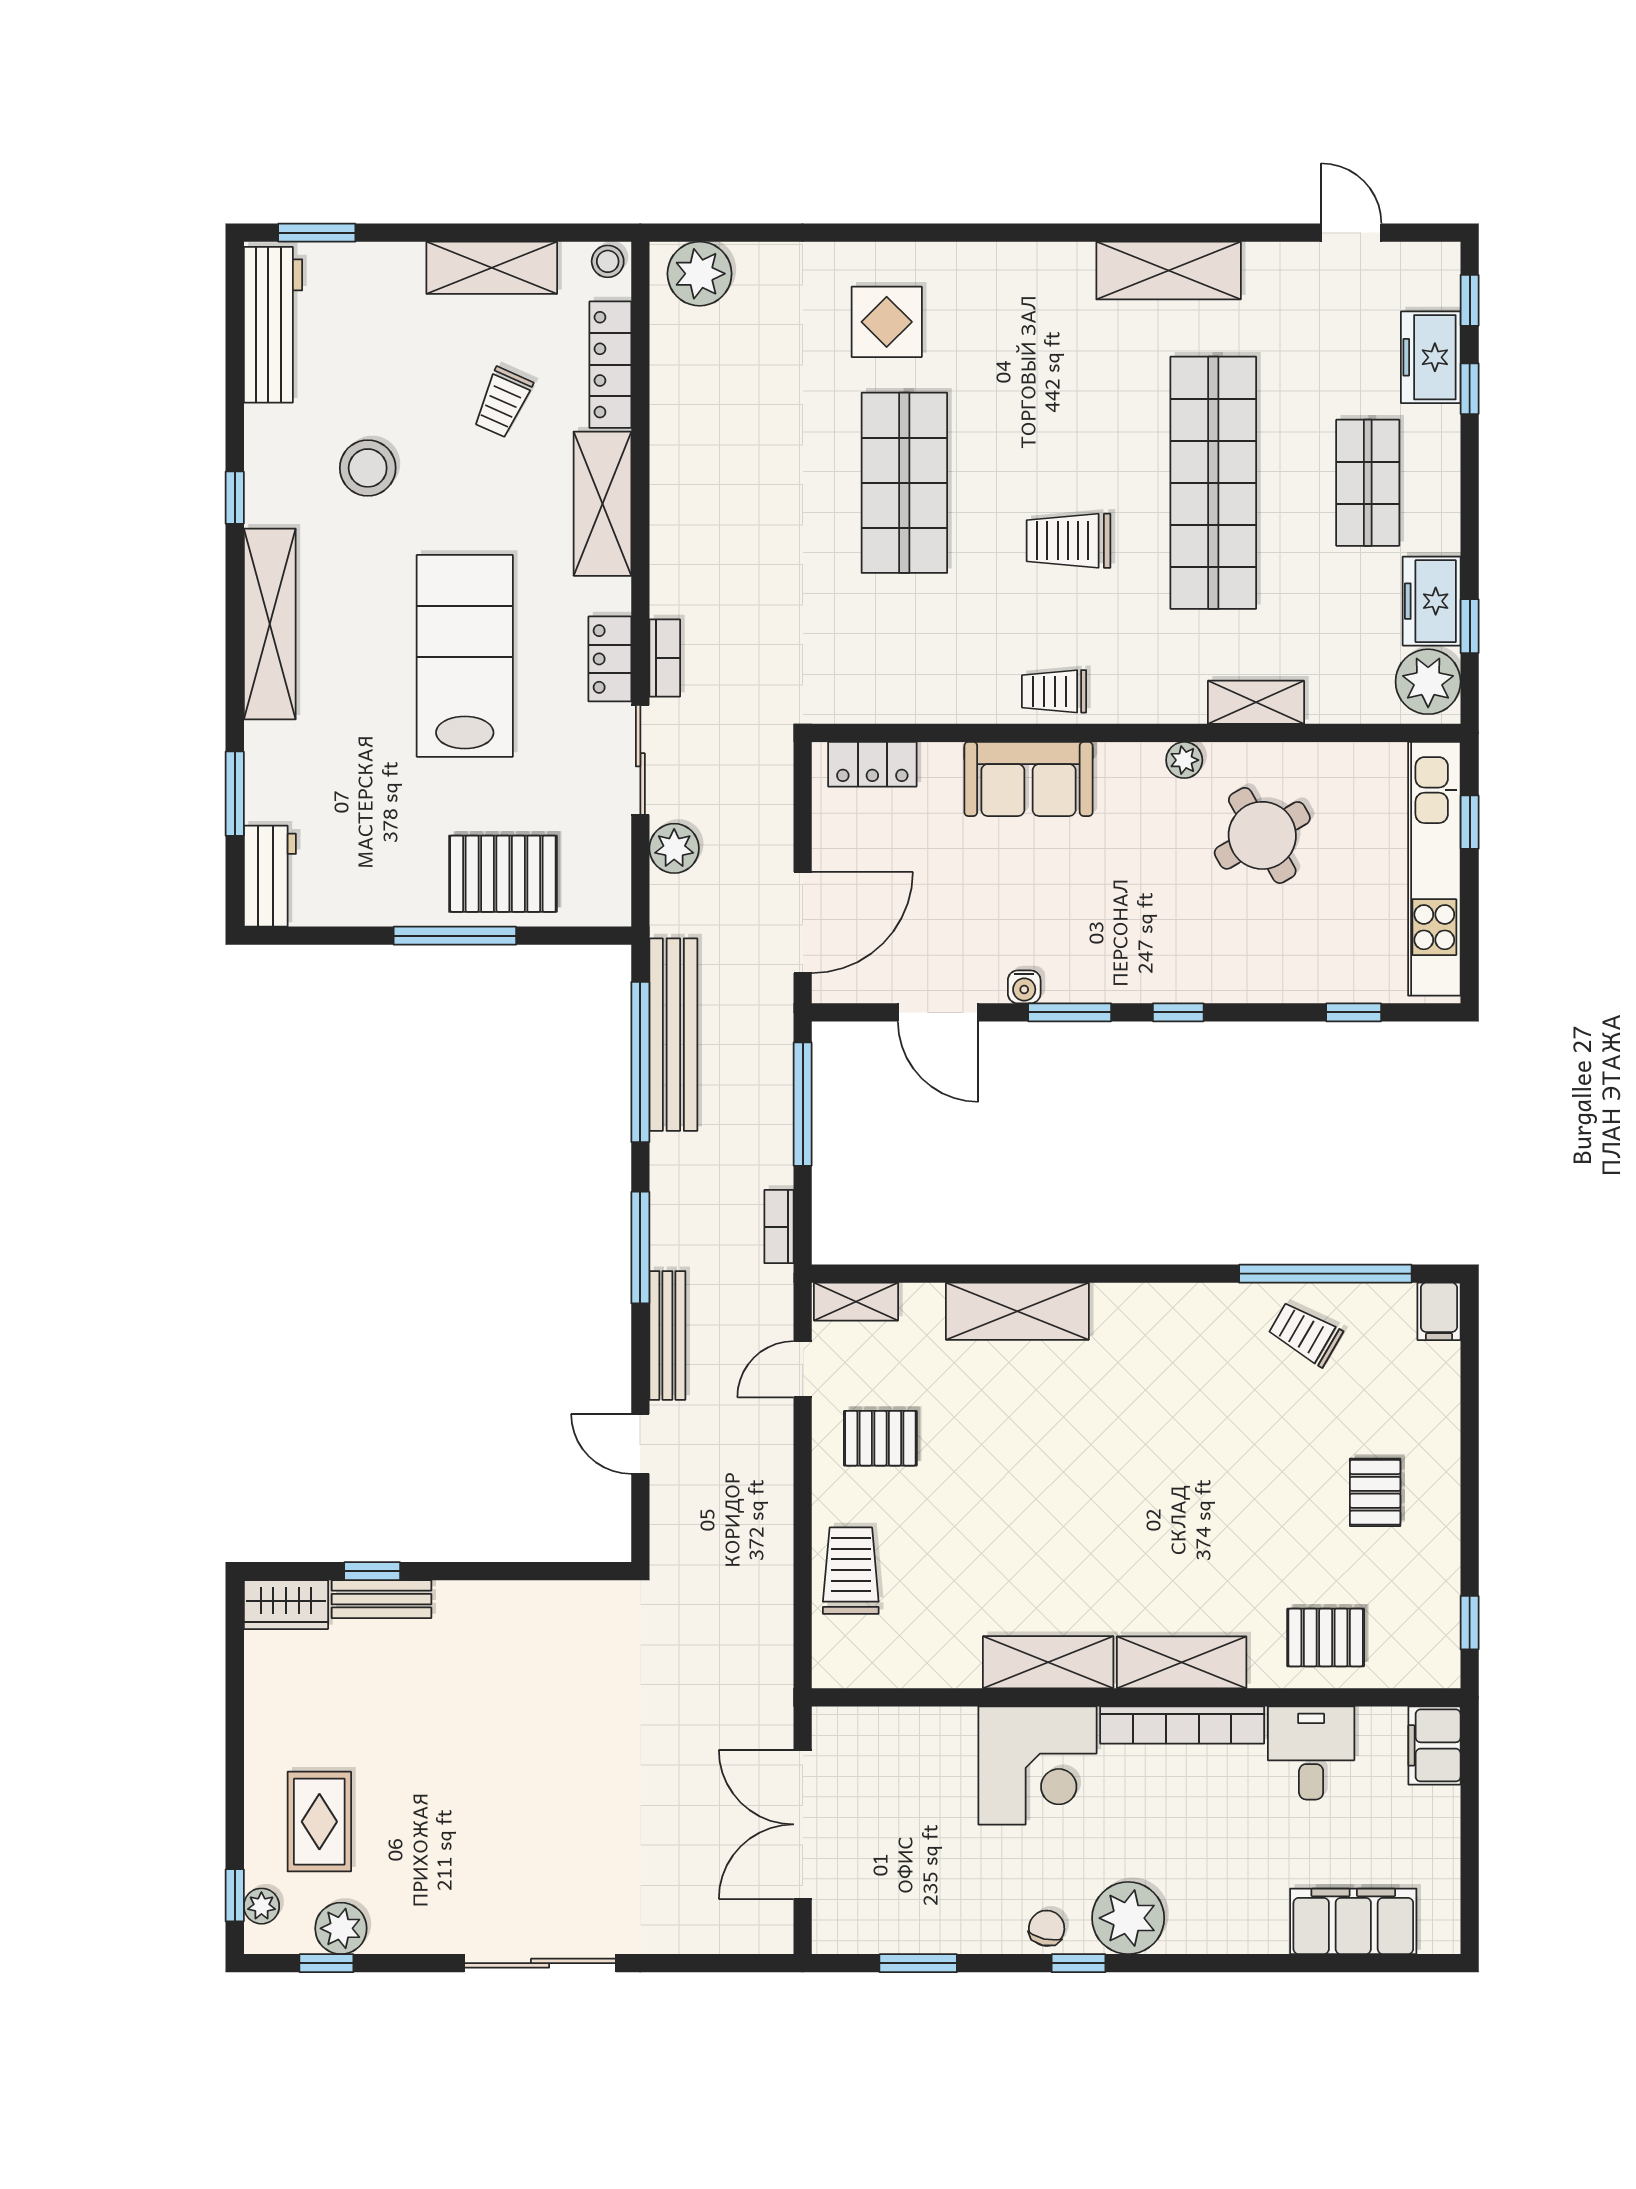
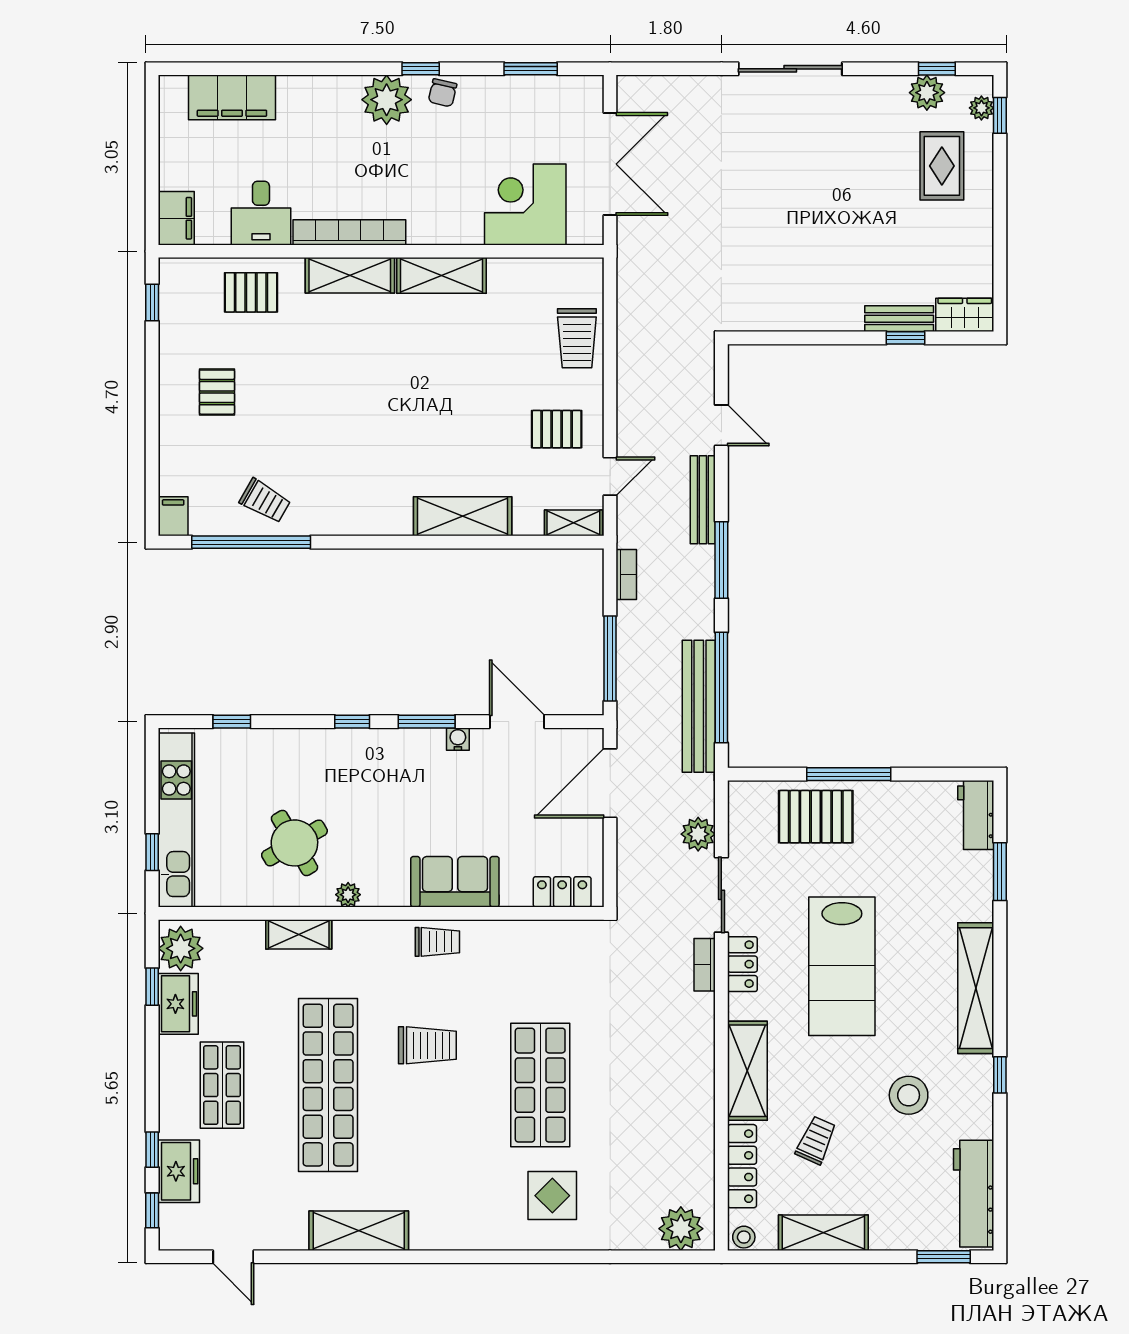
corner desk: (1037, 1765) -> (525, 205), moved

